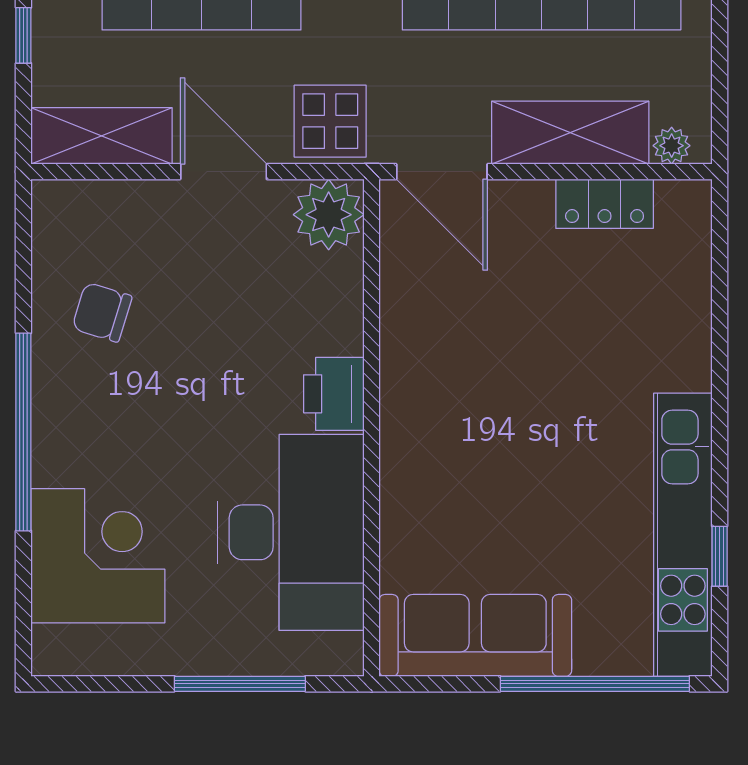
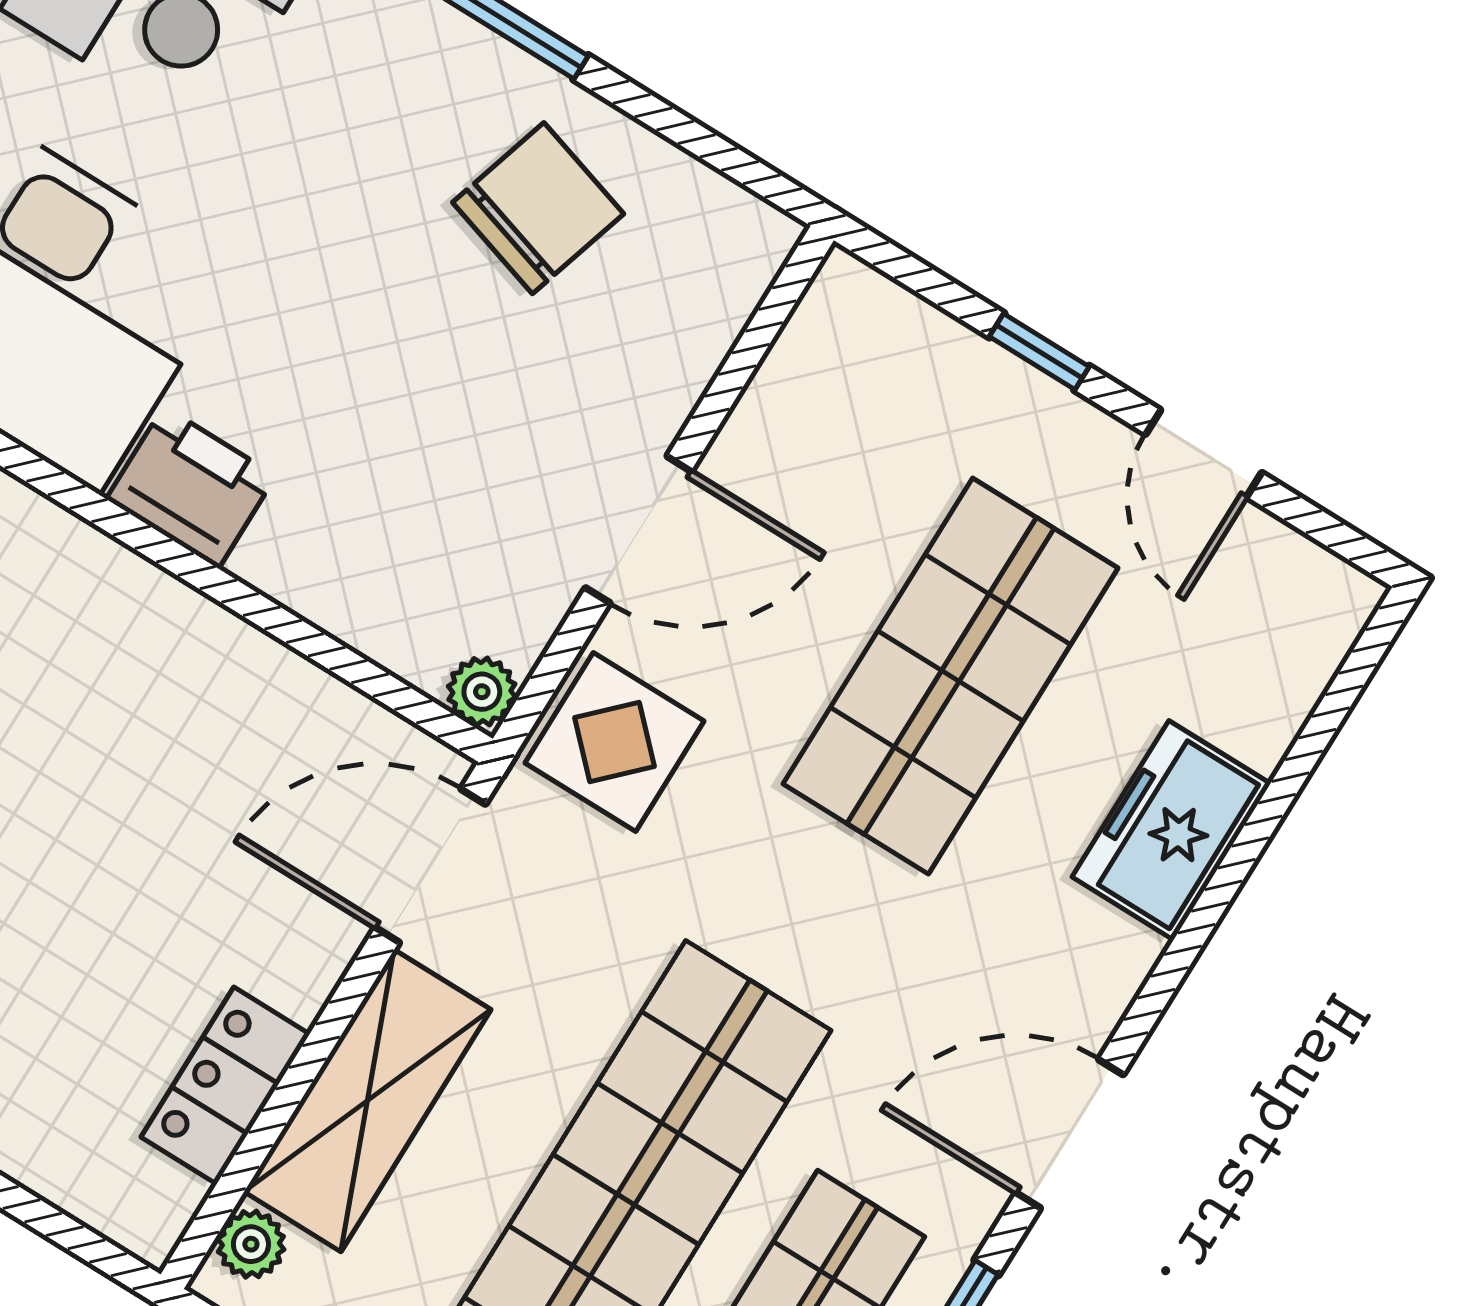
shelving: (102, 136) -> (810, 376), removed
plant: (329, 215) -> (482, 692), width x0.53, depth x0.53
chair: (102, 312) -> (538, 208), width x1.37, depth x1.37

